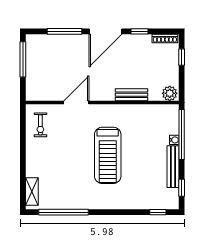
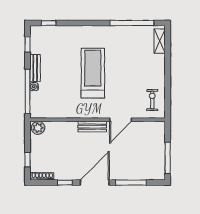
bench: (131, 95) -> (92, 127), moved
bench: (173, 167) -> (35, 68), width x0.73

